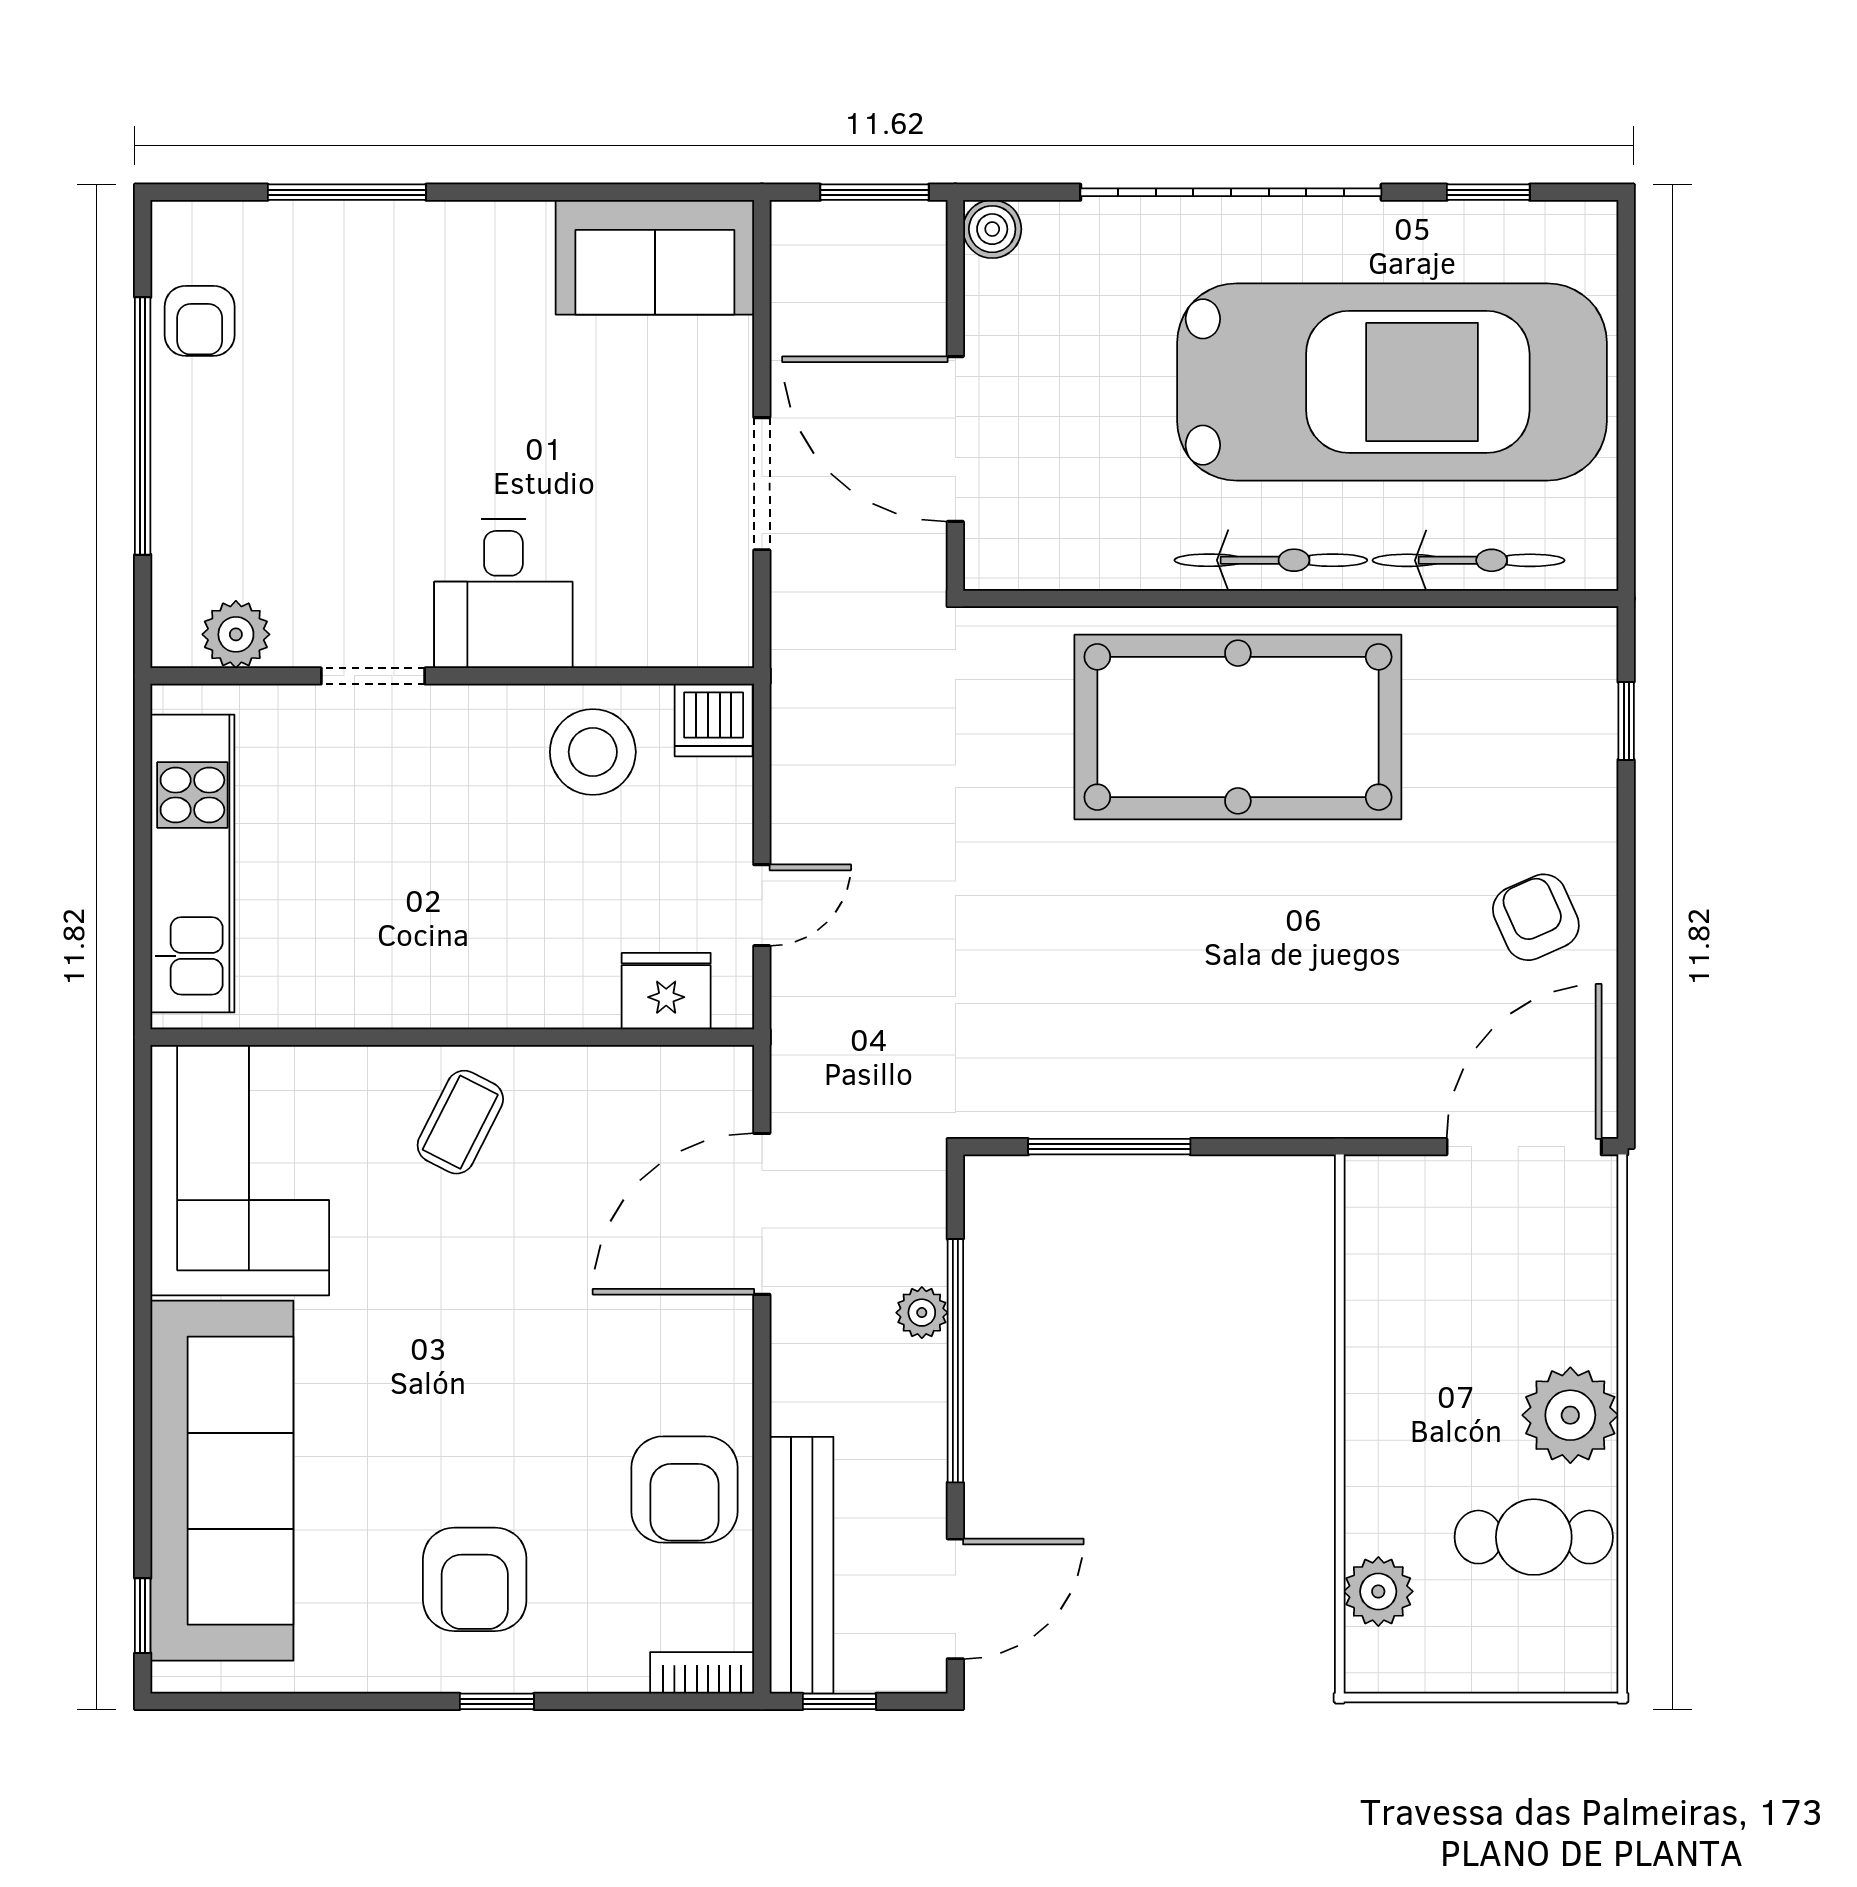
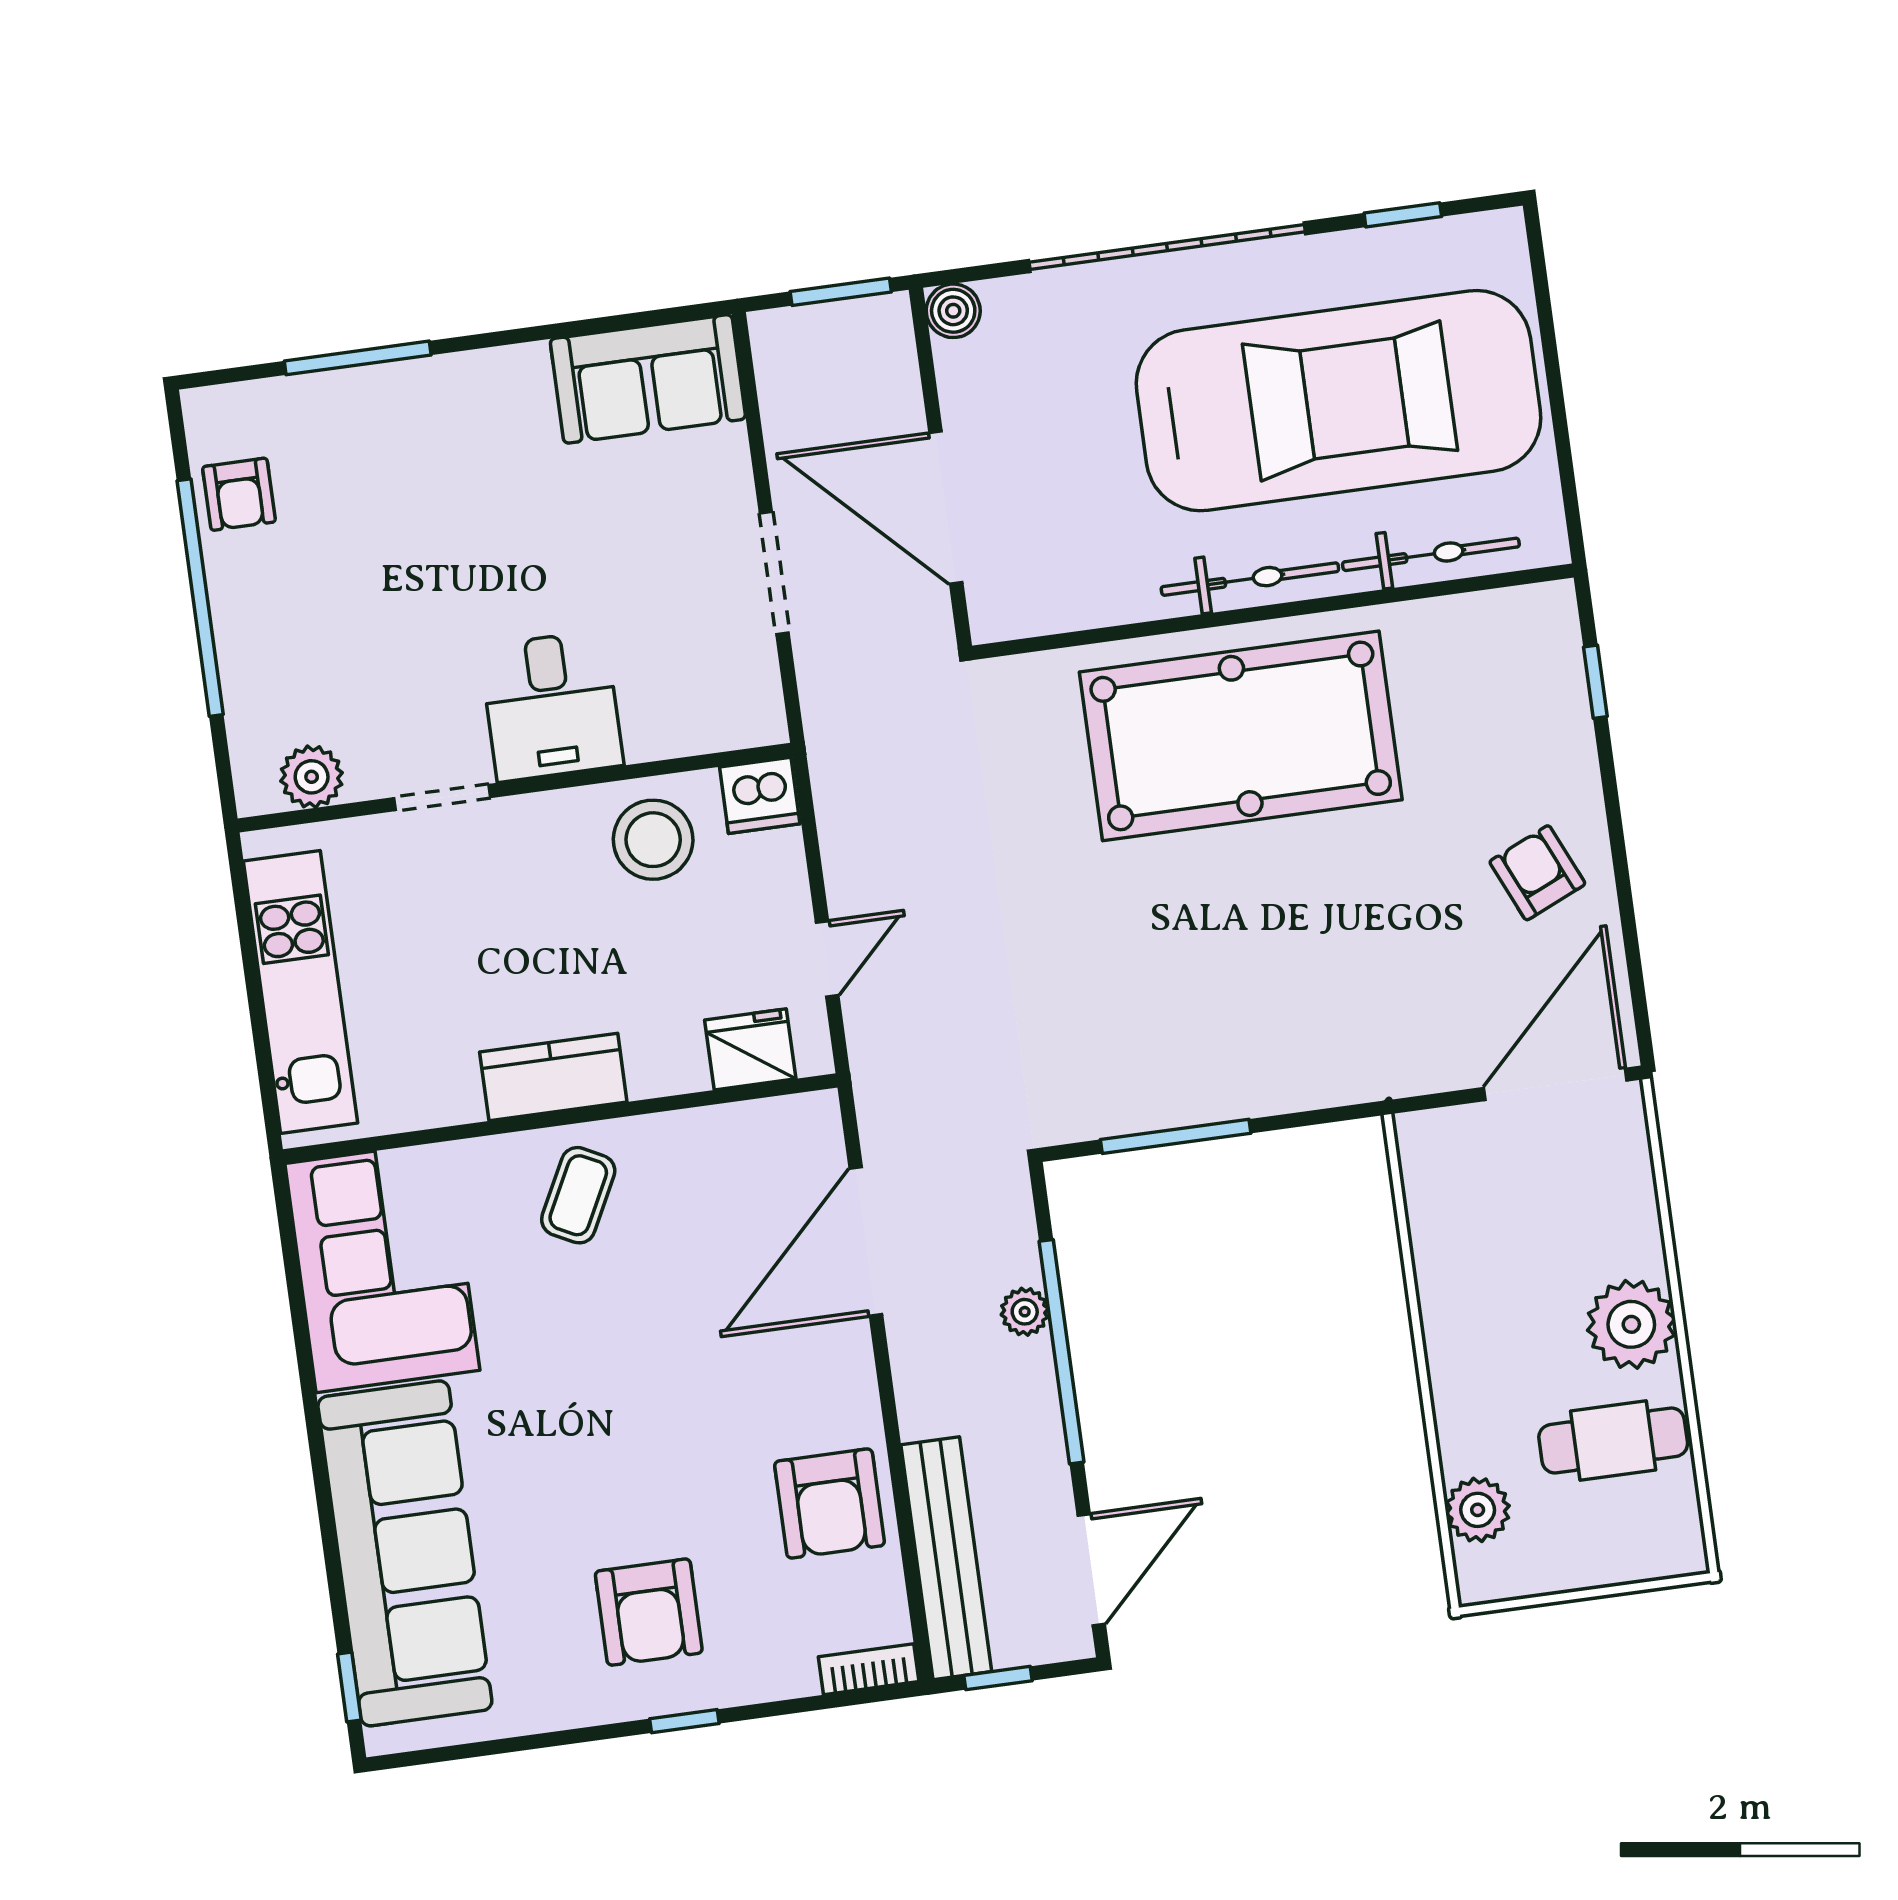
kitchen counter: (451, 992) -> (553, 1077), added

